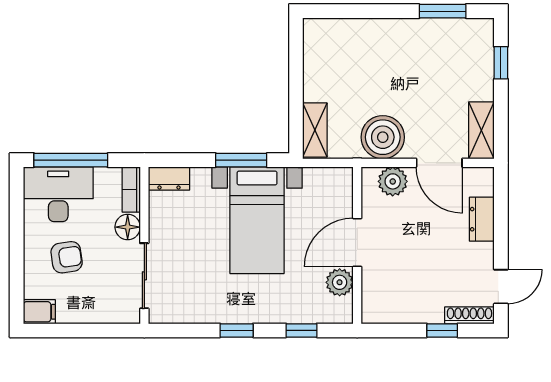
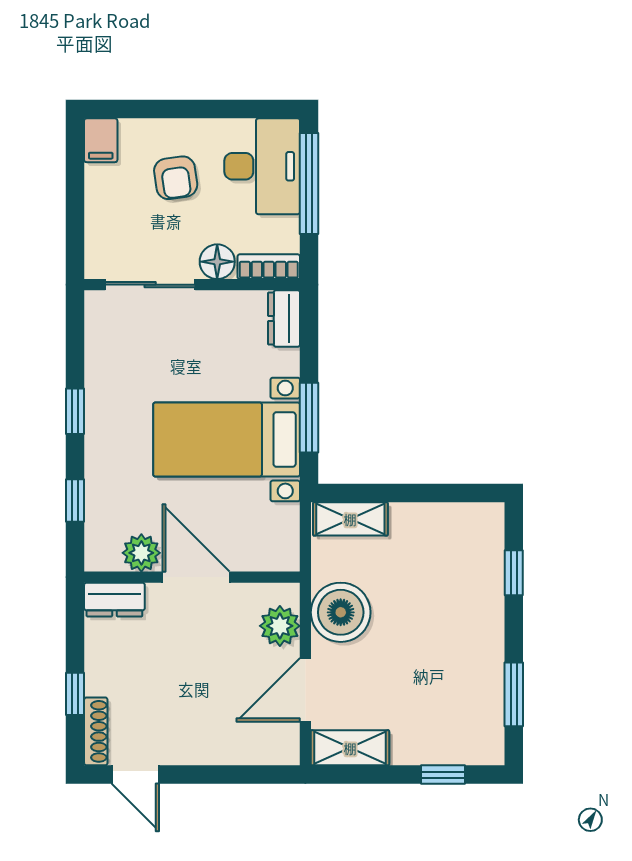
window: (354, 11) -> (514, 573), added
dresser: (482, 219) -> (114, 600), moved, turned 180

